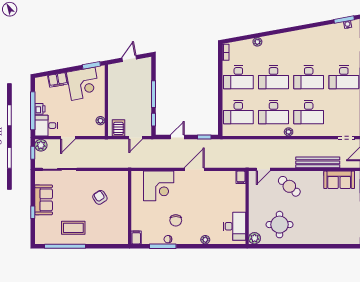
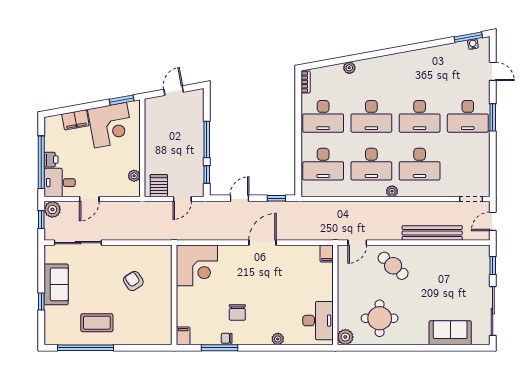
sofa: (339, 180) -> (450, 333), moved, turned 180
corner desk: (159, 186) -> (197, 265), moved

